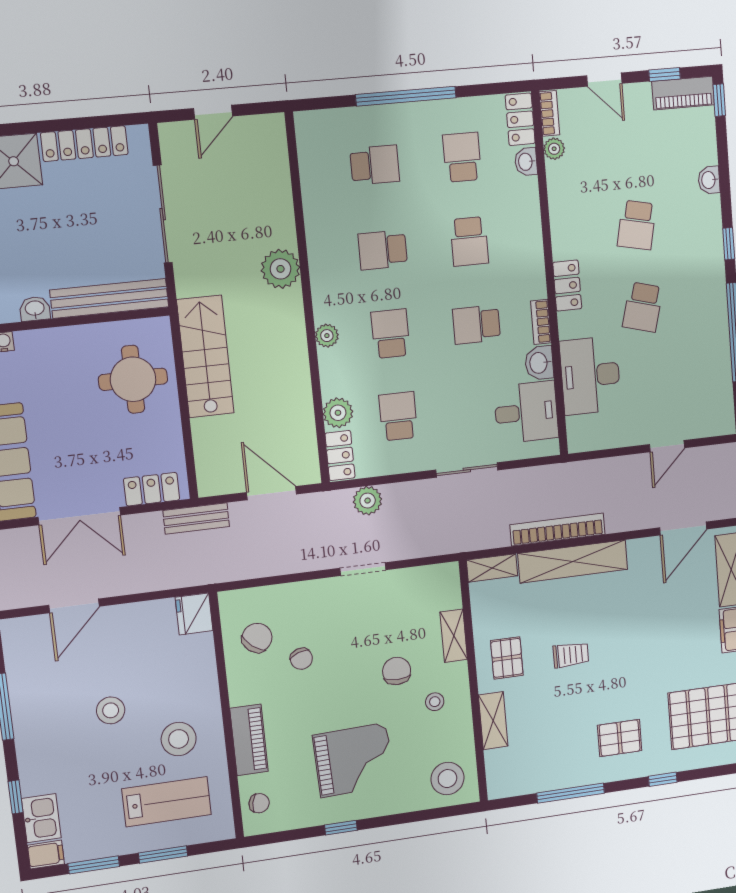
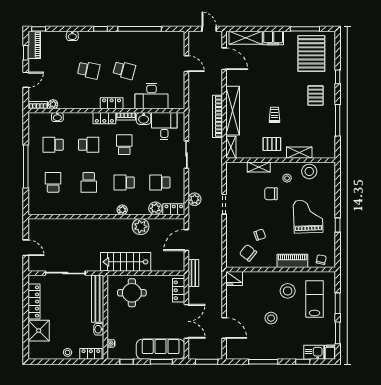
locker: (520, 119) -> (104, 118), moved
plant: (281, 269) -> (141, 227), moved
school desk: (476, 325) -> (124, 145), turned 180
stool: (447, 779) -> (309, 171), moved

